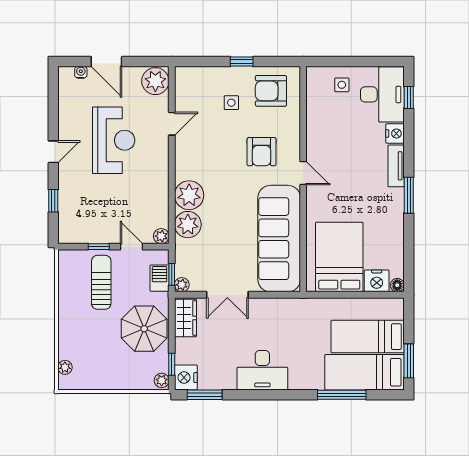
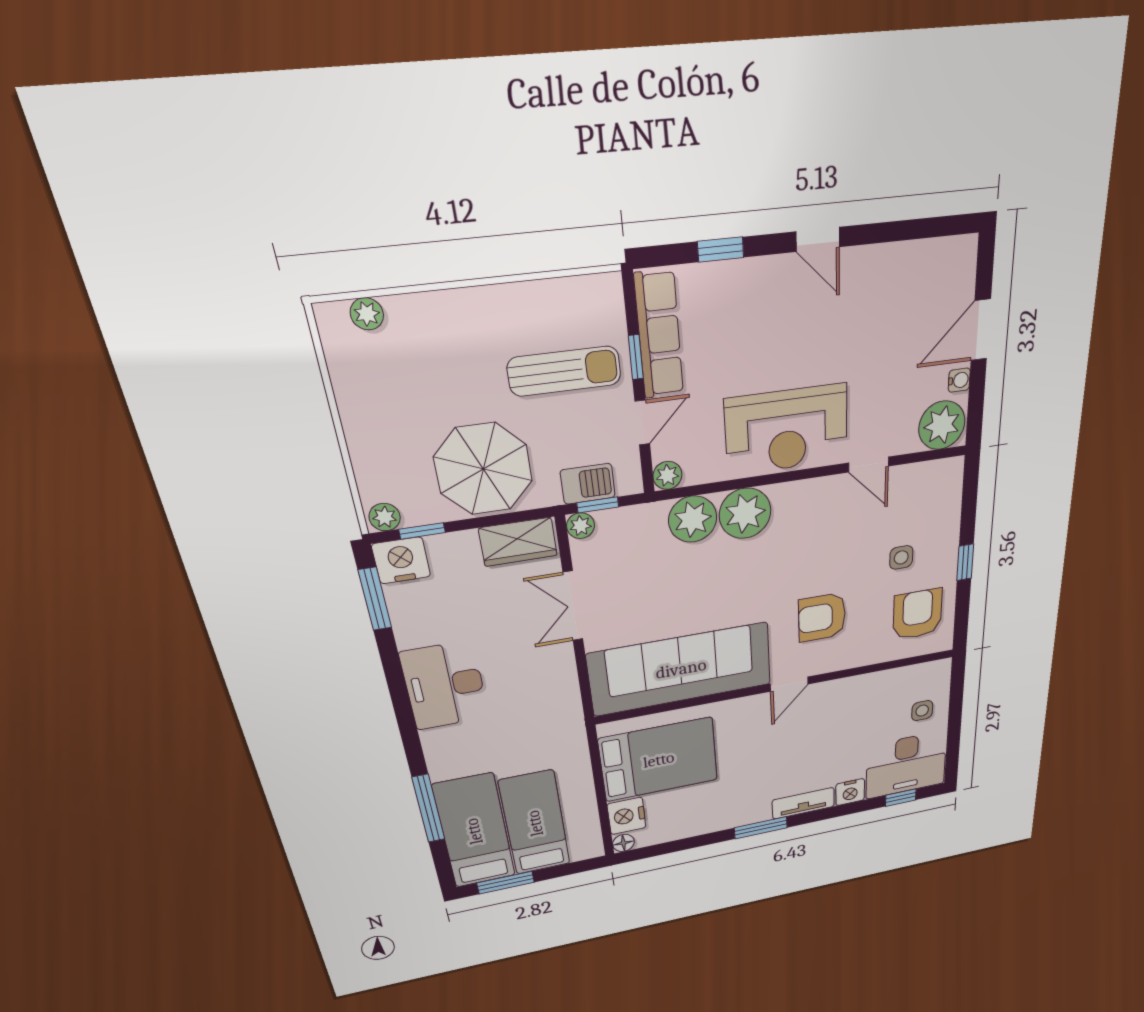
water cooler: (81, 72) -> (959, 380), moved
reception desk: (114, 140) -> (787, 430), moved
row of seats: (89, 234) -> (659, 335), added

